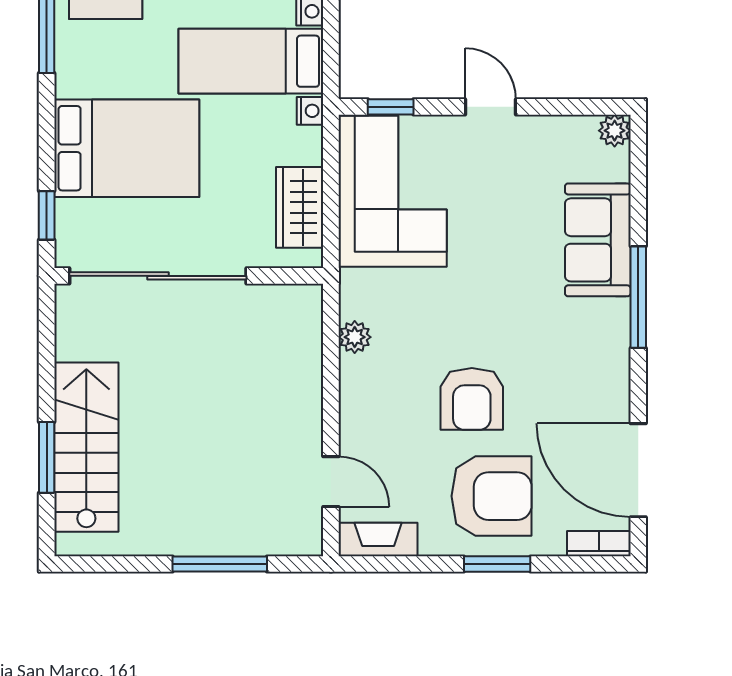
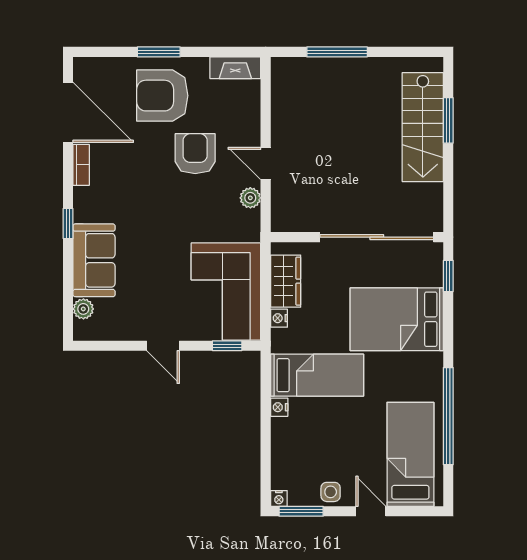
nightstand: (310, 111) -> (279, 318), moved
plant: (615, 131) -> (83, 309), moved
window: (638, 297) -> (68, 223), width x0.46
armchair: (472, 399) -> (195, 154), moved
door: (331, 482) -> (266, 163), moved
bookcase: (599, 544) -> (81, 165), moved, turned -90

